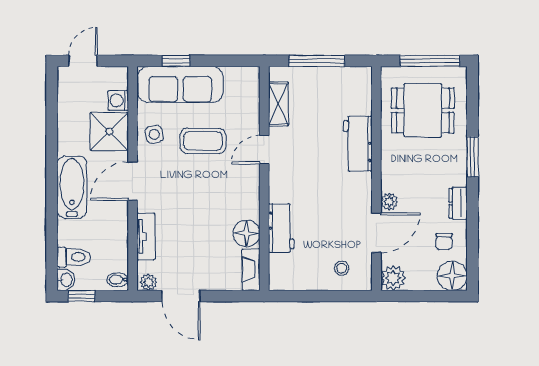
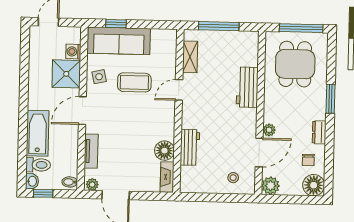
dining table: (423, 110) -> (295, 64), turned 90
bathtub: (72, 187) -> (38, 133), moved

